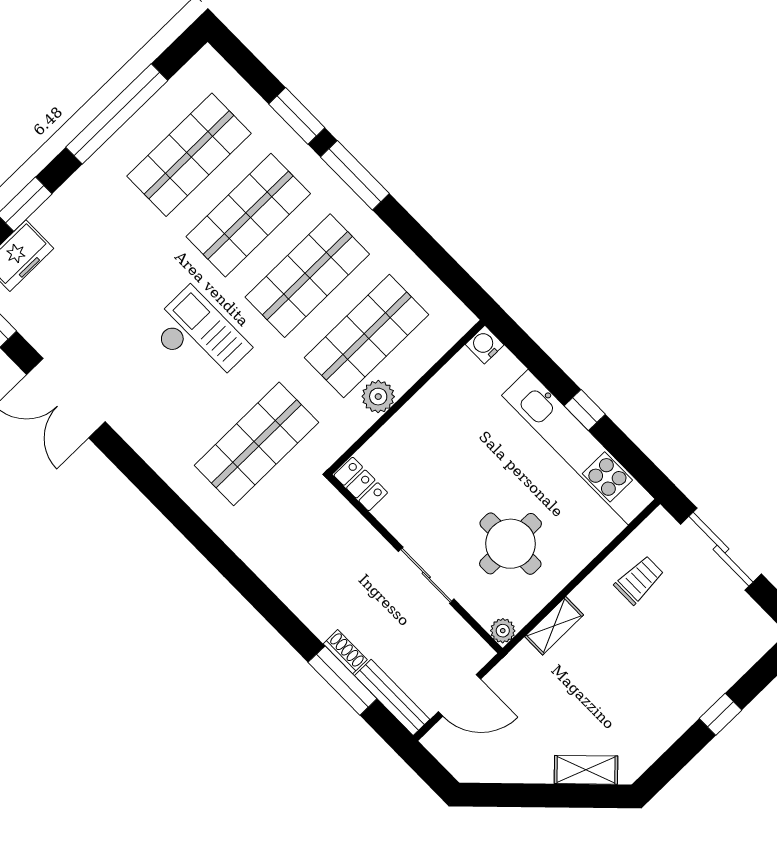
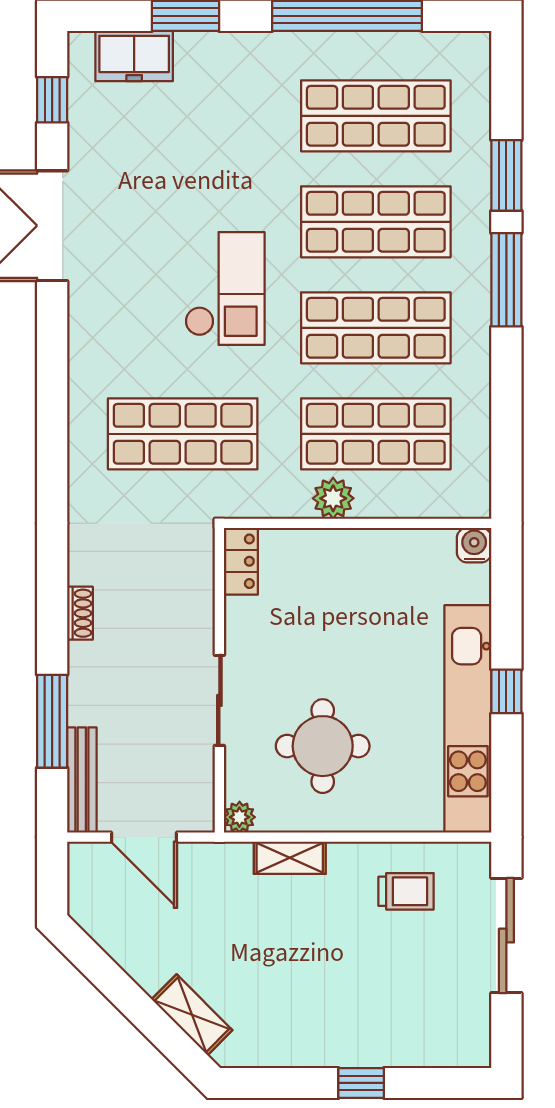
shoe rack: (345, 652) -> (80, 613), moved

